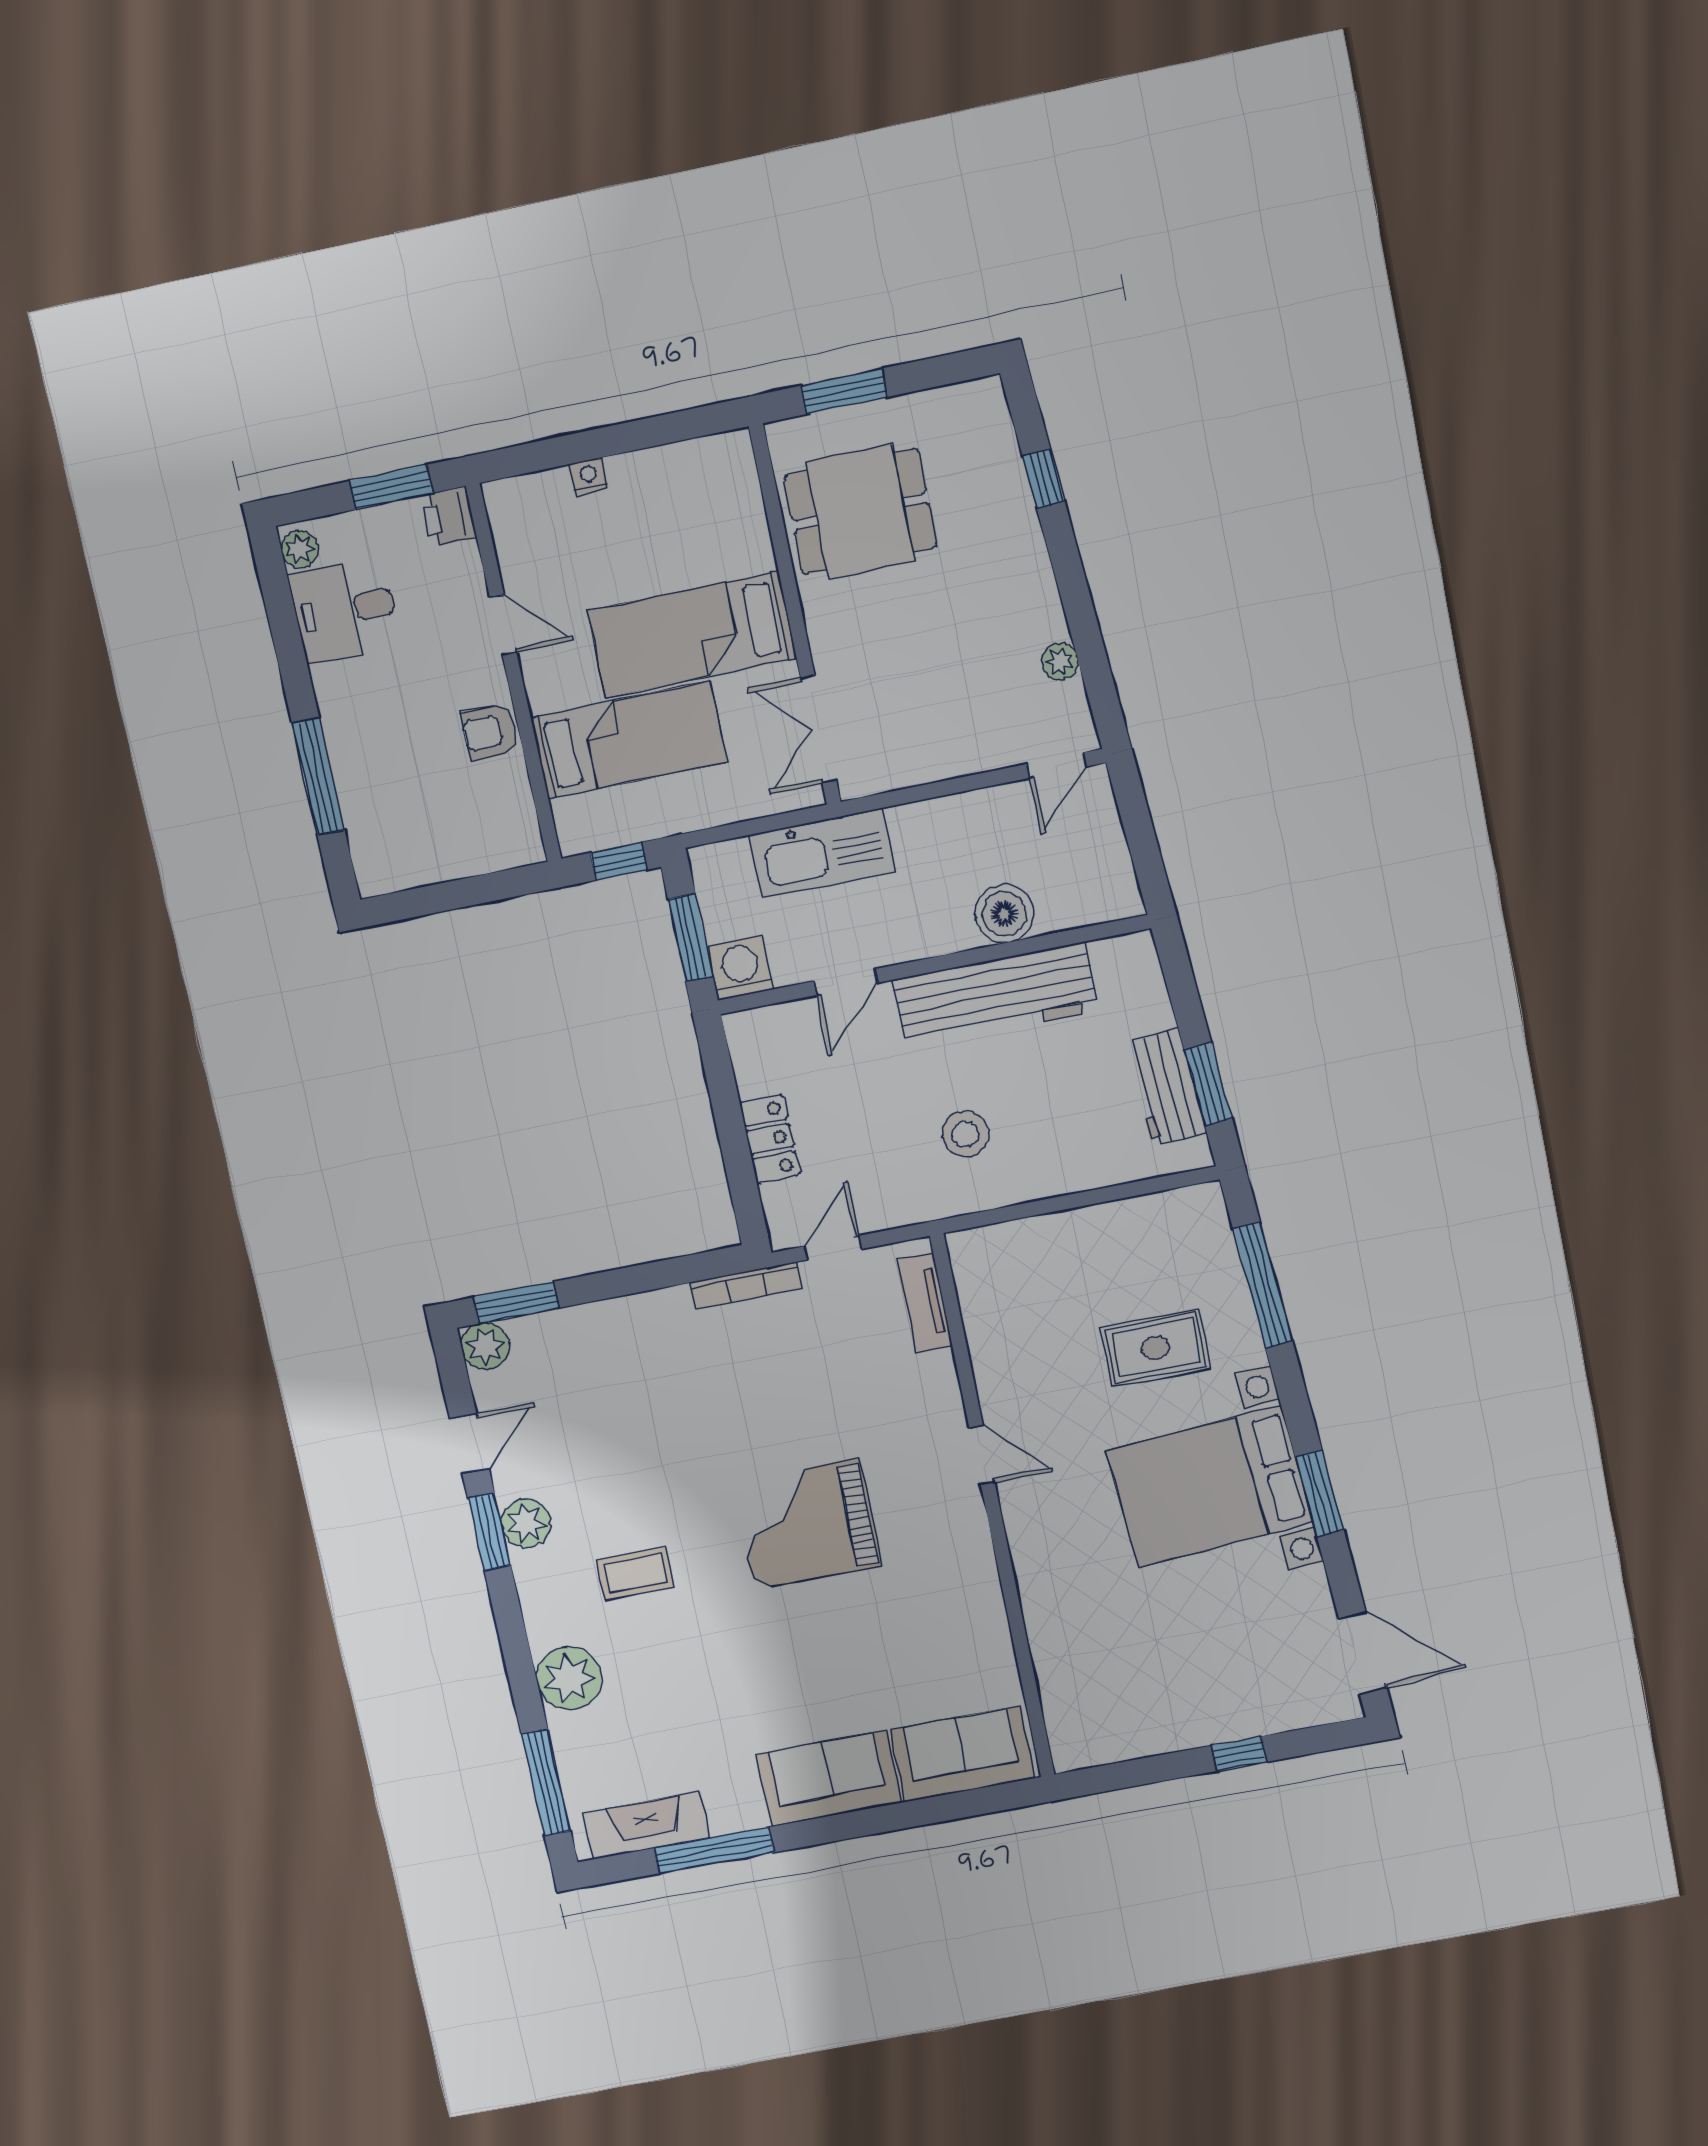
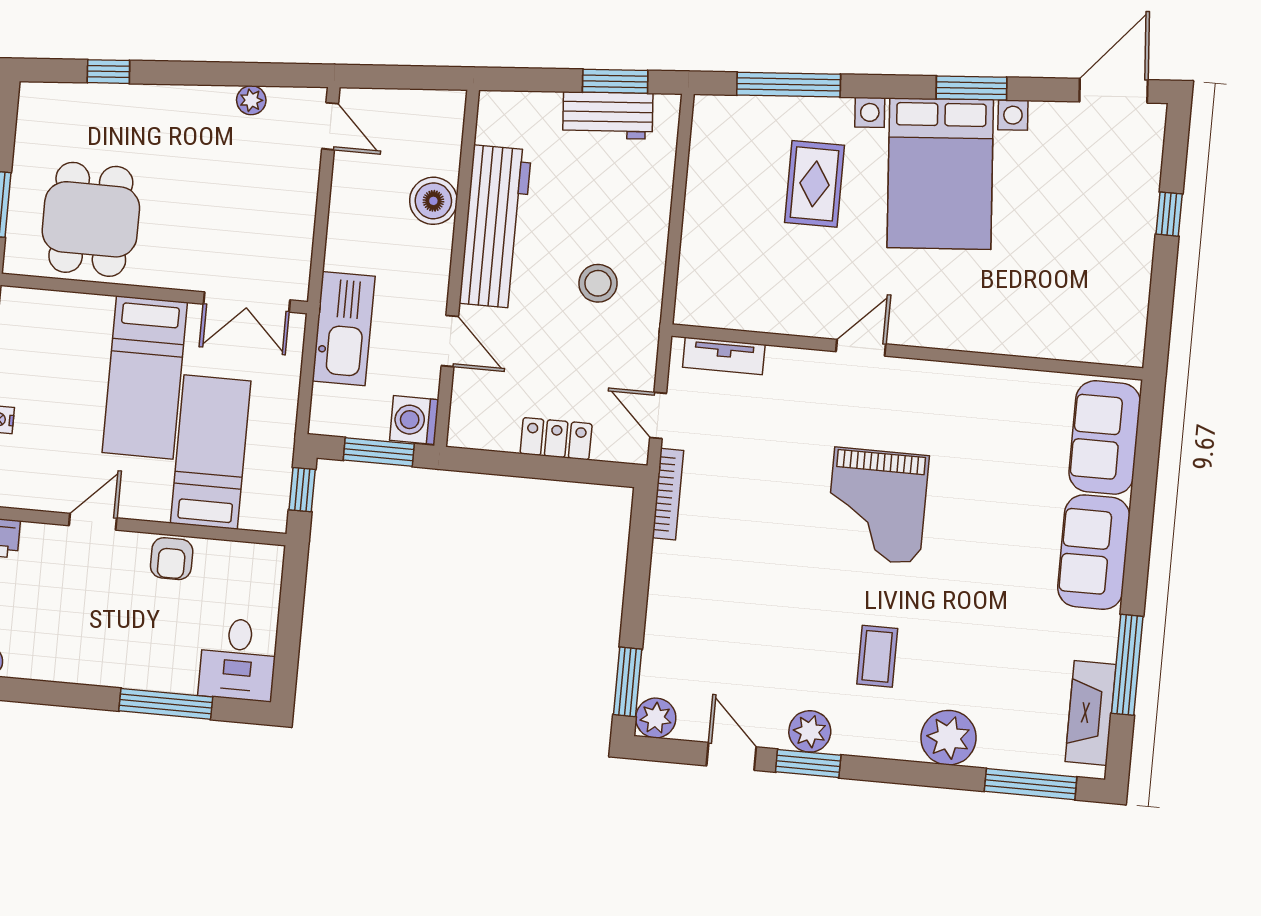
desk: (345, 610) -> (238, 659), moved

